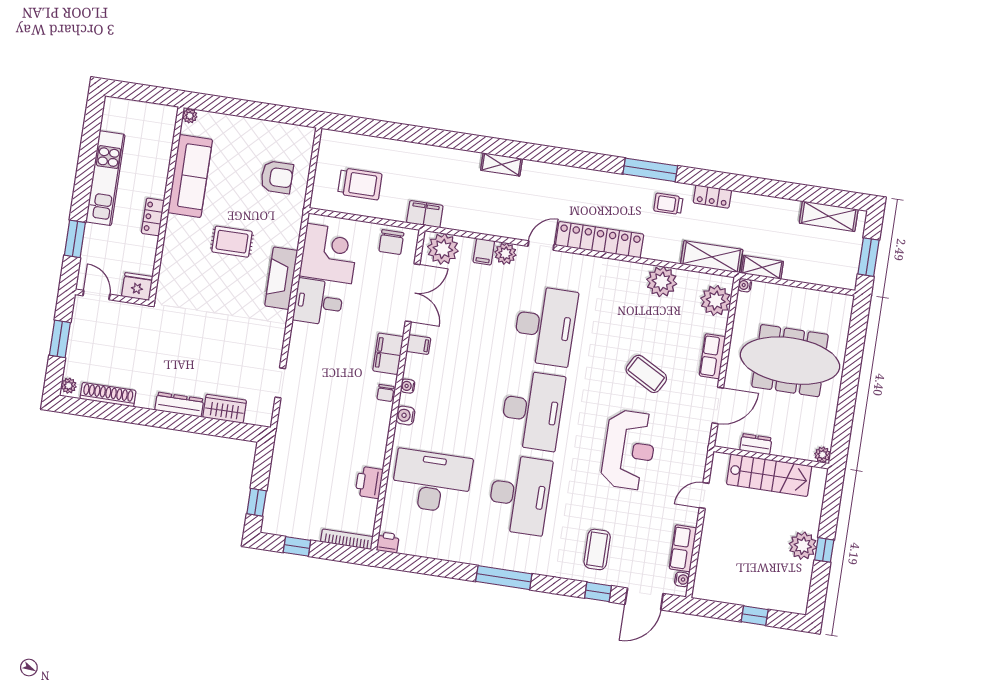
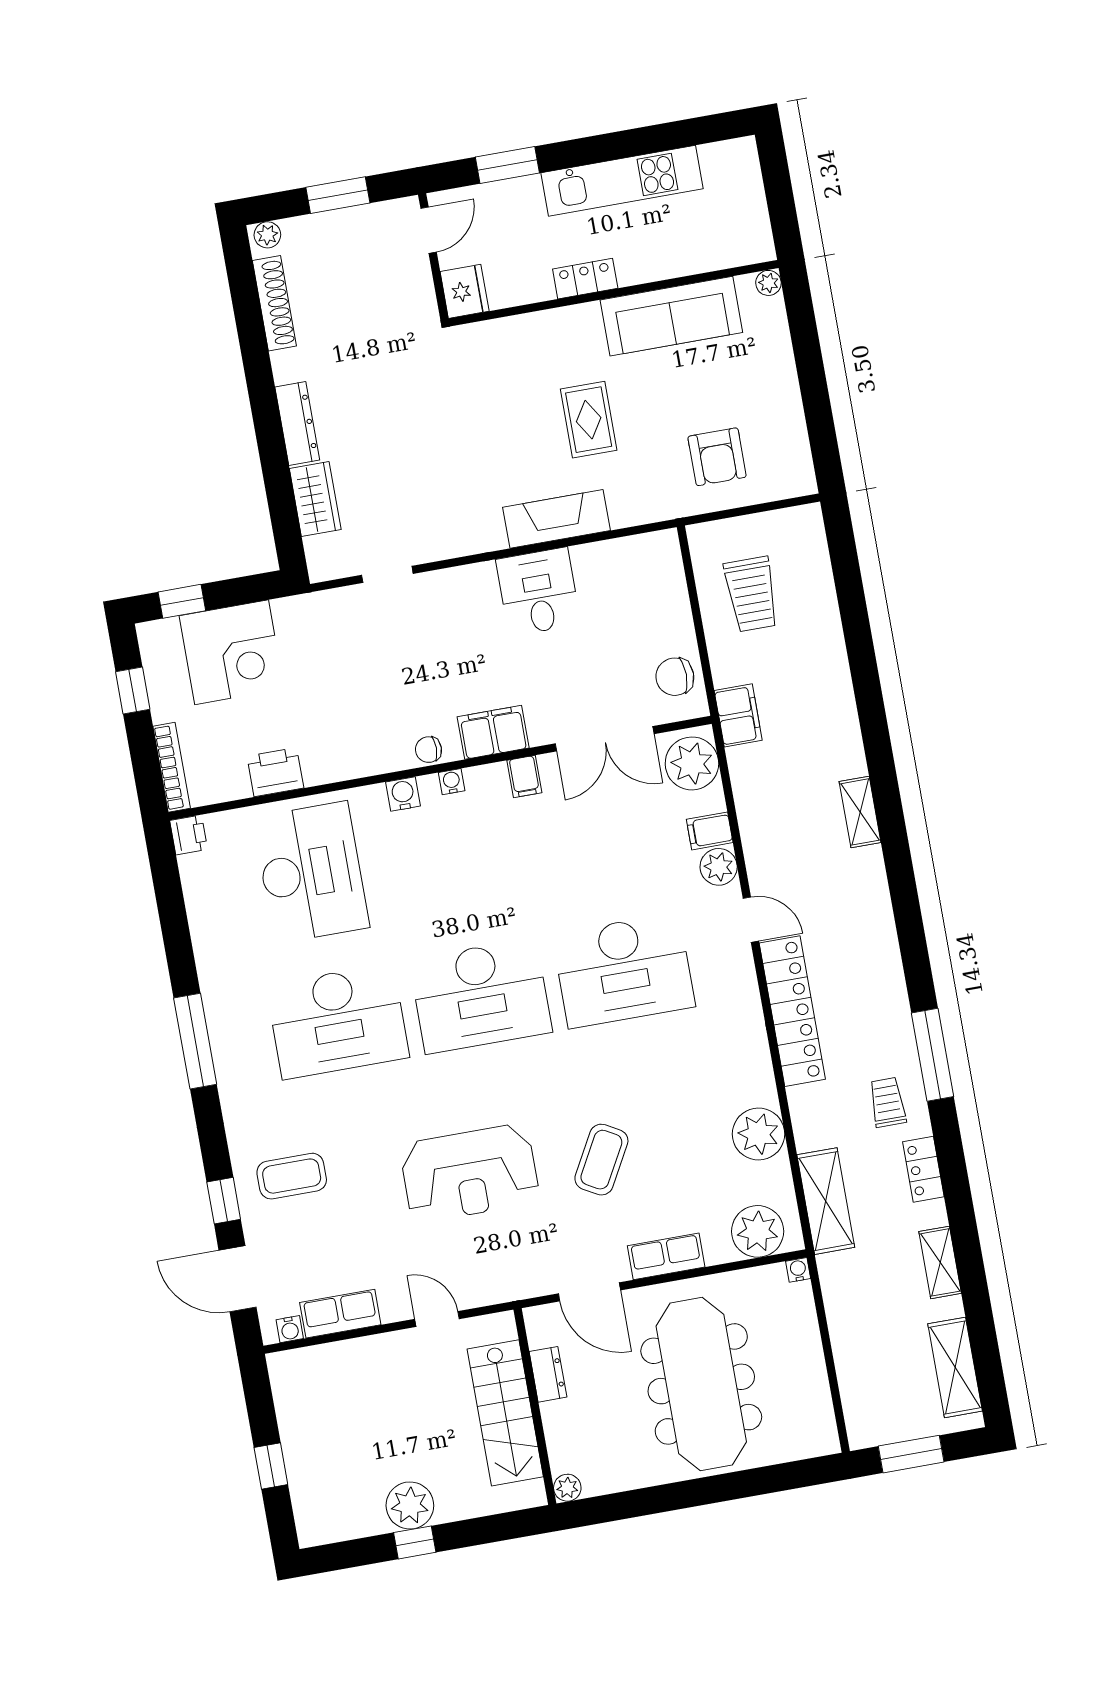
corner desk: (329, 253) -> (232, 652), moved
shelving: (762, 267) -> (940, 1262), moved

